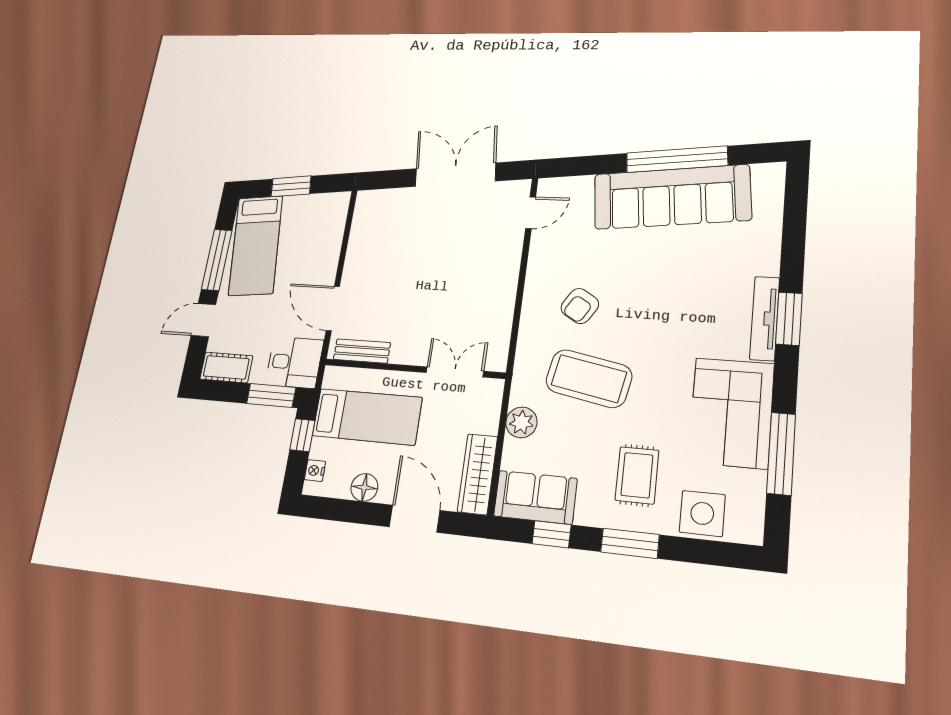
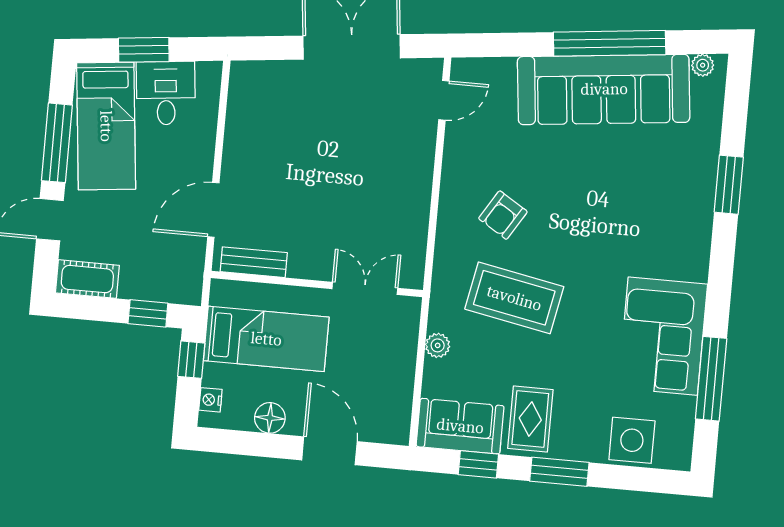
plant: (763, 172) -> (703, 65), added
door: (333, 308) -> (213, 210), hinge flipped
tv unit: (765, 318) -> (699, 235), removed
window: (789, 319) -> (729, 185), moved
desk: (294, 362) -> (166, 93), moved, turned -96
window: (271, 395) -> (148, 313), width x0.67
plant: (521, 422) -> (438, 345), width x0.73, depth x0.73
wardrobe: (477, 474) -> (396, 402), removed
rug: (637, 475) -> (530, 419), moved

